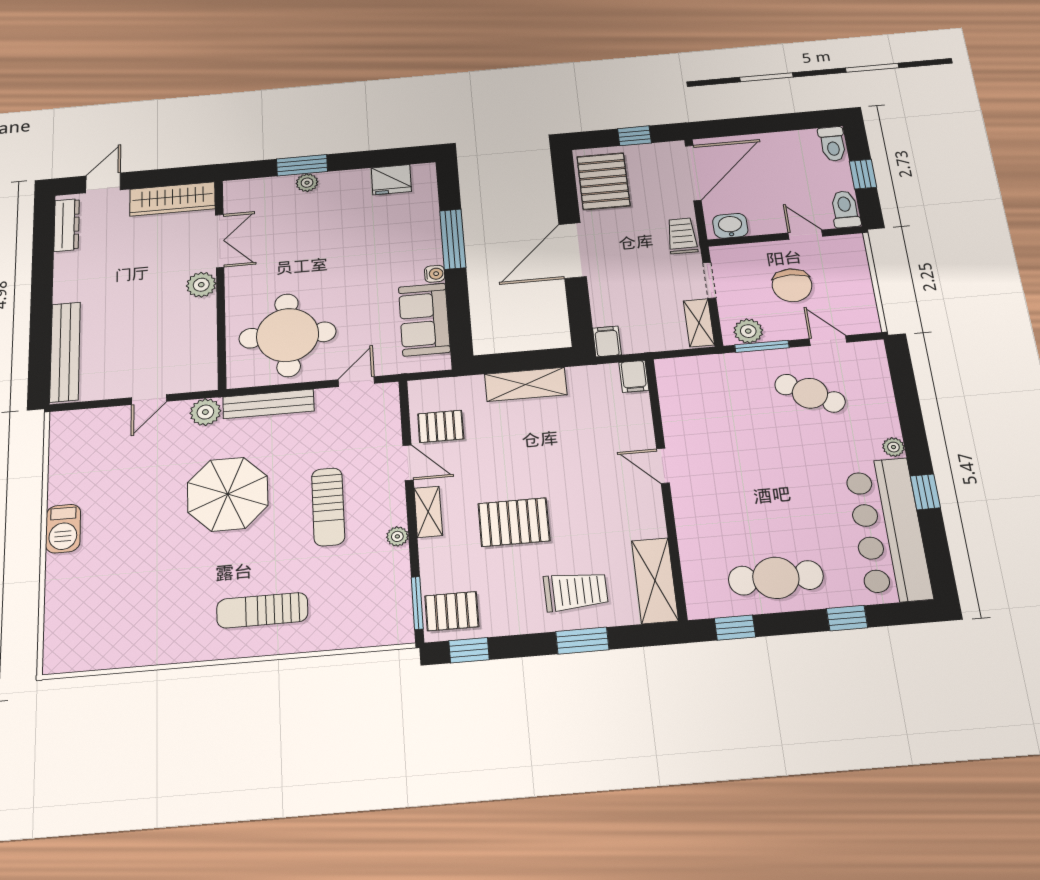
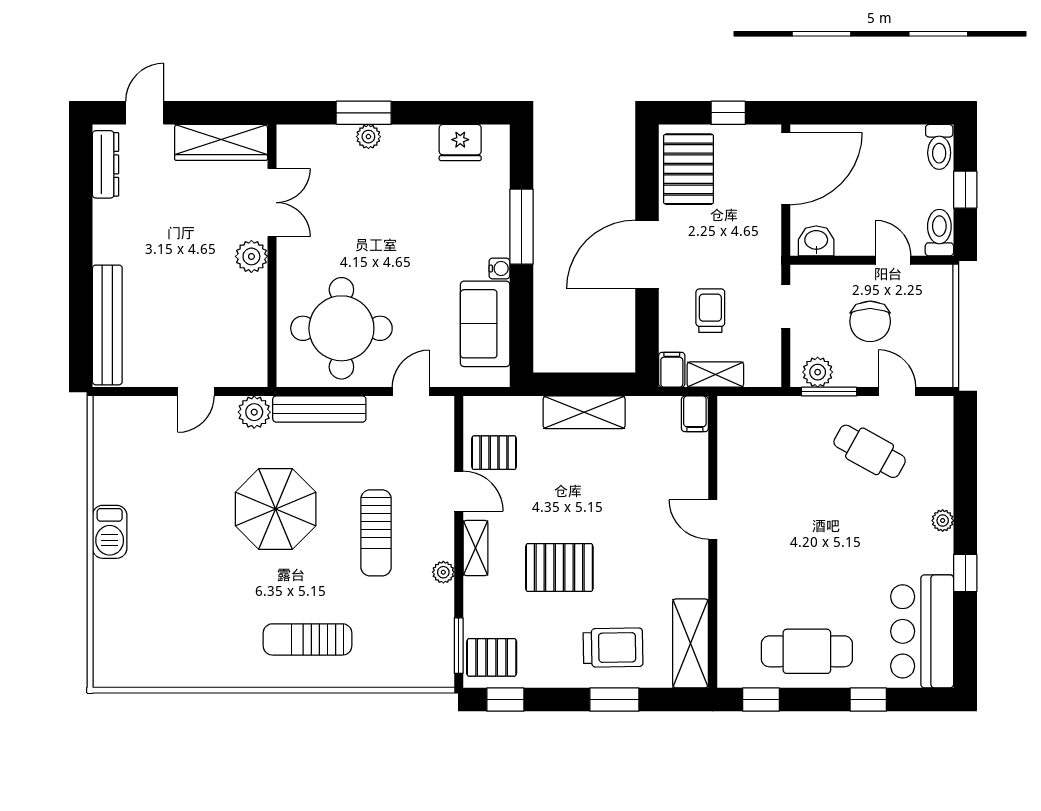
trolley: (682, 236) -> (710, 311), moved
shelving: (699, 323) -> (715, 375), moved, turned 90
bar counter: (888, 530) -> (922, 631), width x0.73

